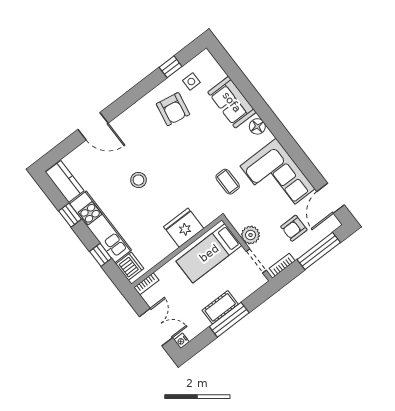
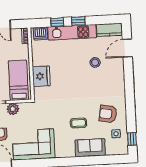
window: (171, 67) -> (132, 139), moved
door: (93, 126) -> (127, 48), moved
floor lamp: (257, 126) -> (68, 152), removed
stool: (138, 180) -> (95, 62), moved
coffee table: (228, 182) -> (78, 123), moved
window: (70, 215) -> (78, 21), moved

